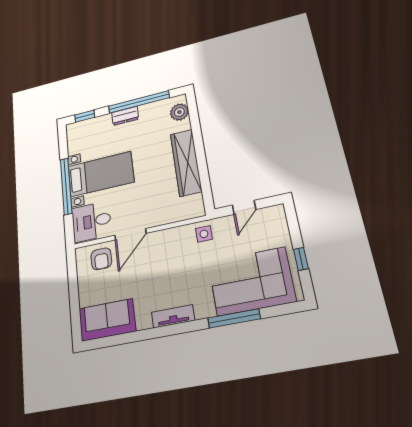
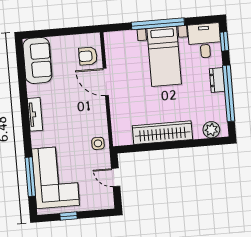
desk: (91, 221) -> (205, 41), moved
window: (234, 318) -> (30, 177), moved

